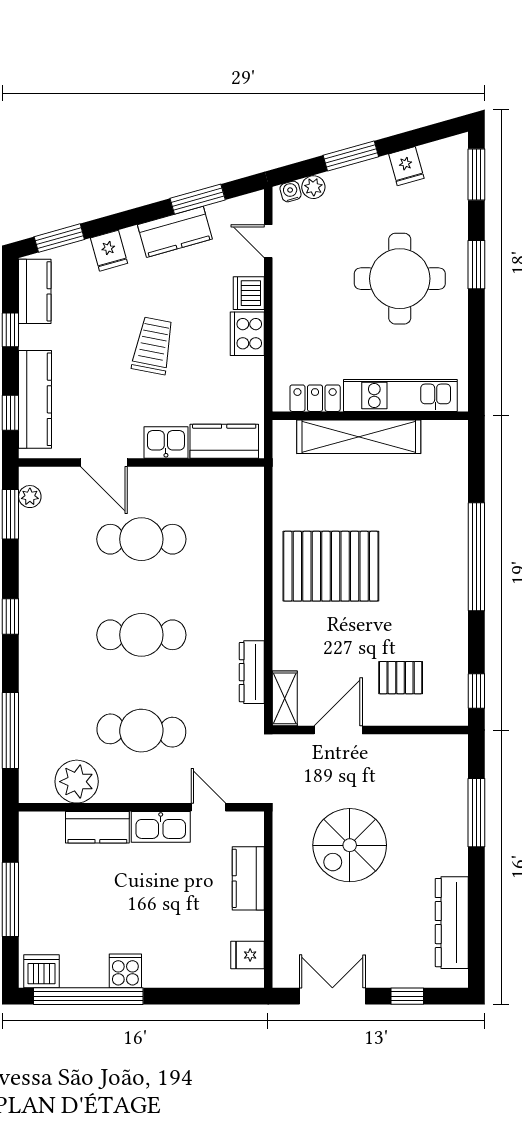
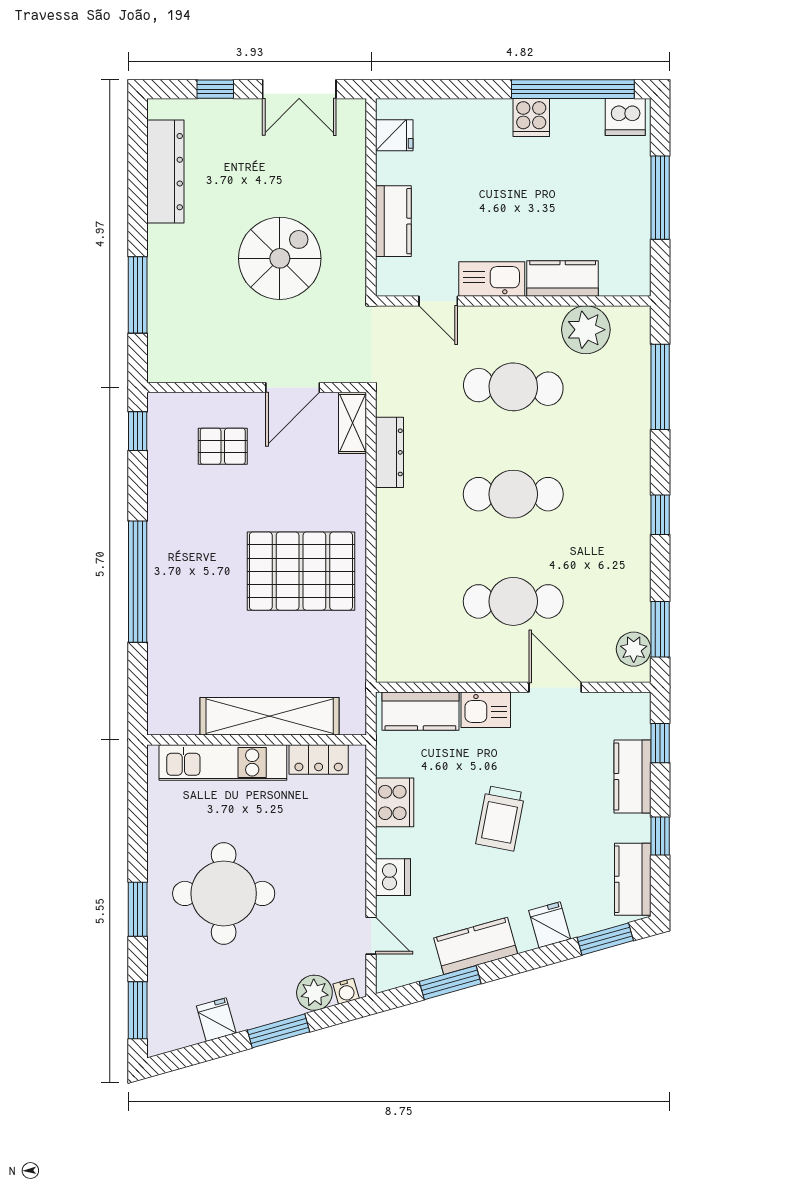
plant: (313, 187) -> (314, 993), width x1.38, depth x1.38
cooker: (247, 334) -> (395, 802), moved
kitchen counter: (35, 399) -> (632, 777), width x0.67
plant: (30, 497) -> (634, 649), width x1.38, depth x1.38

